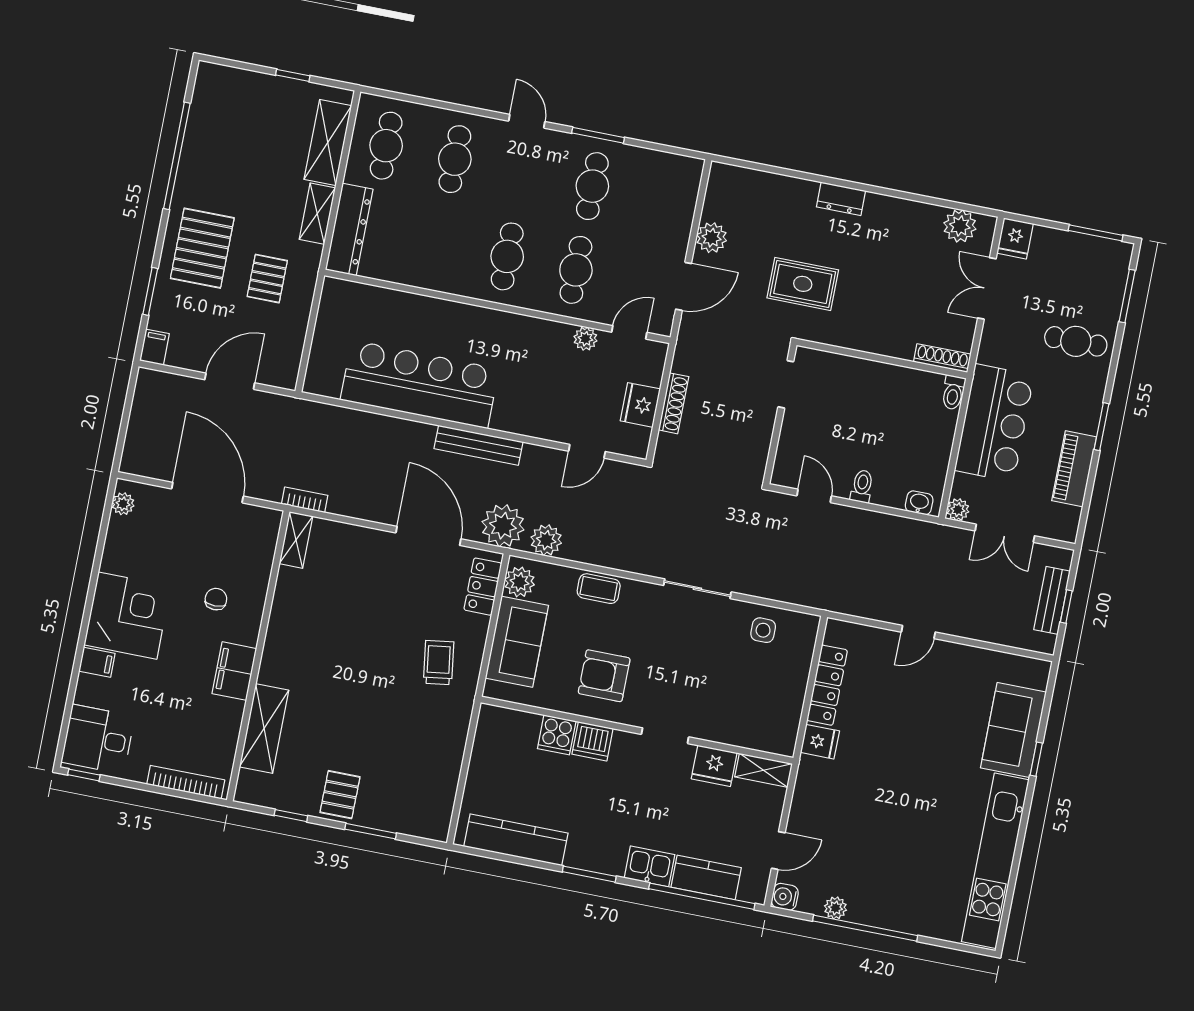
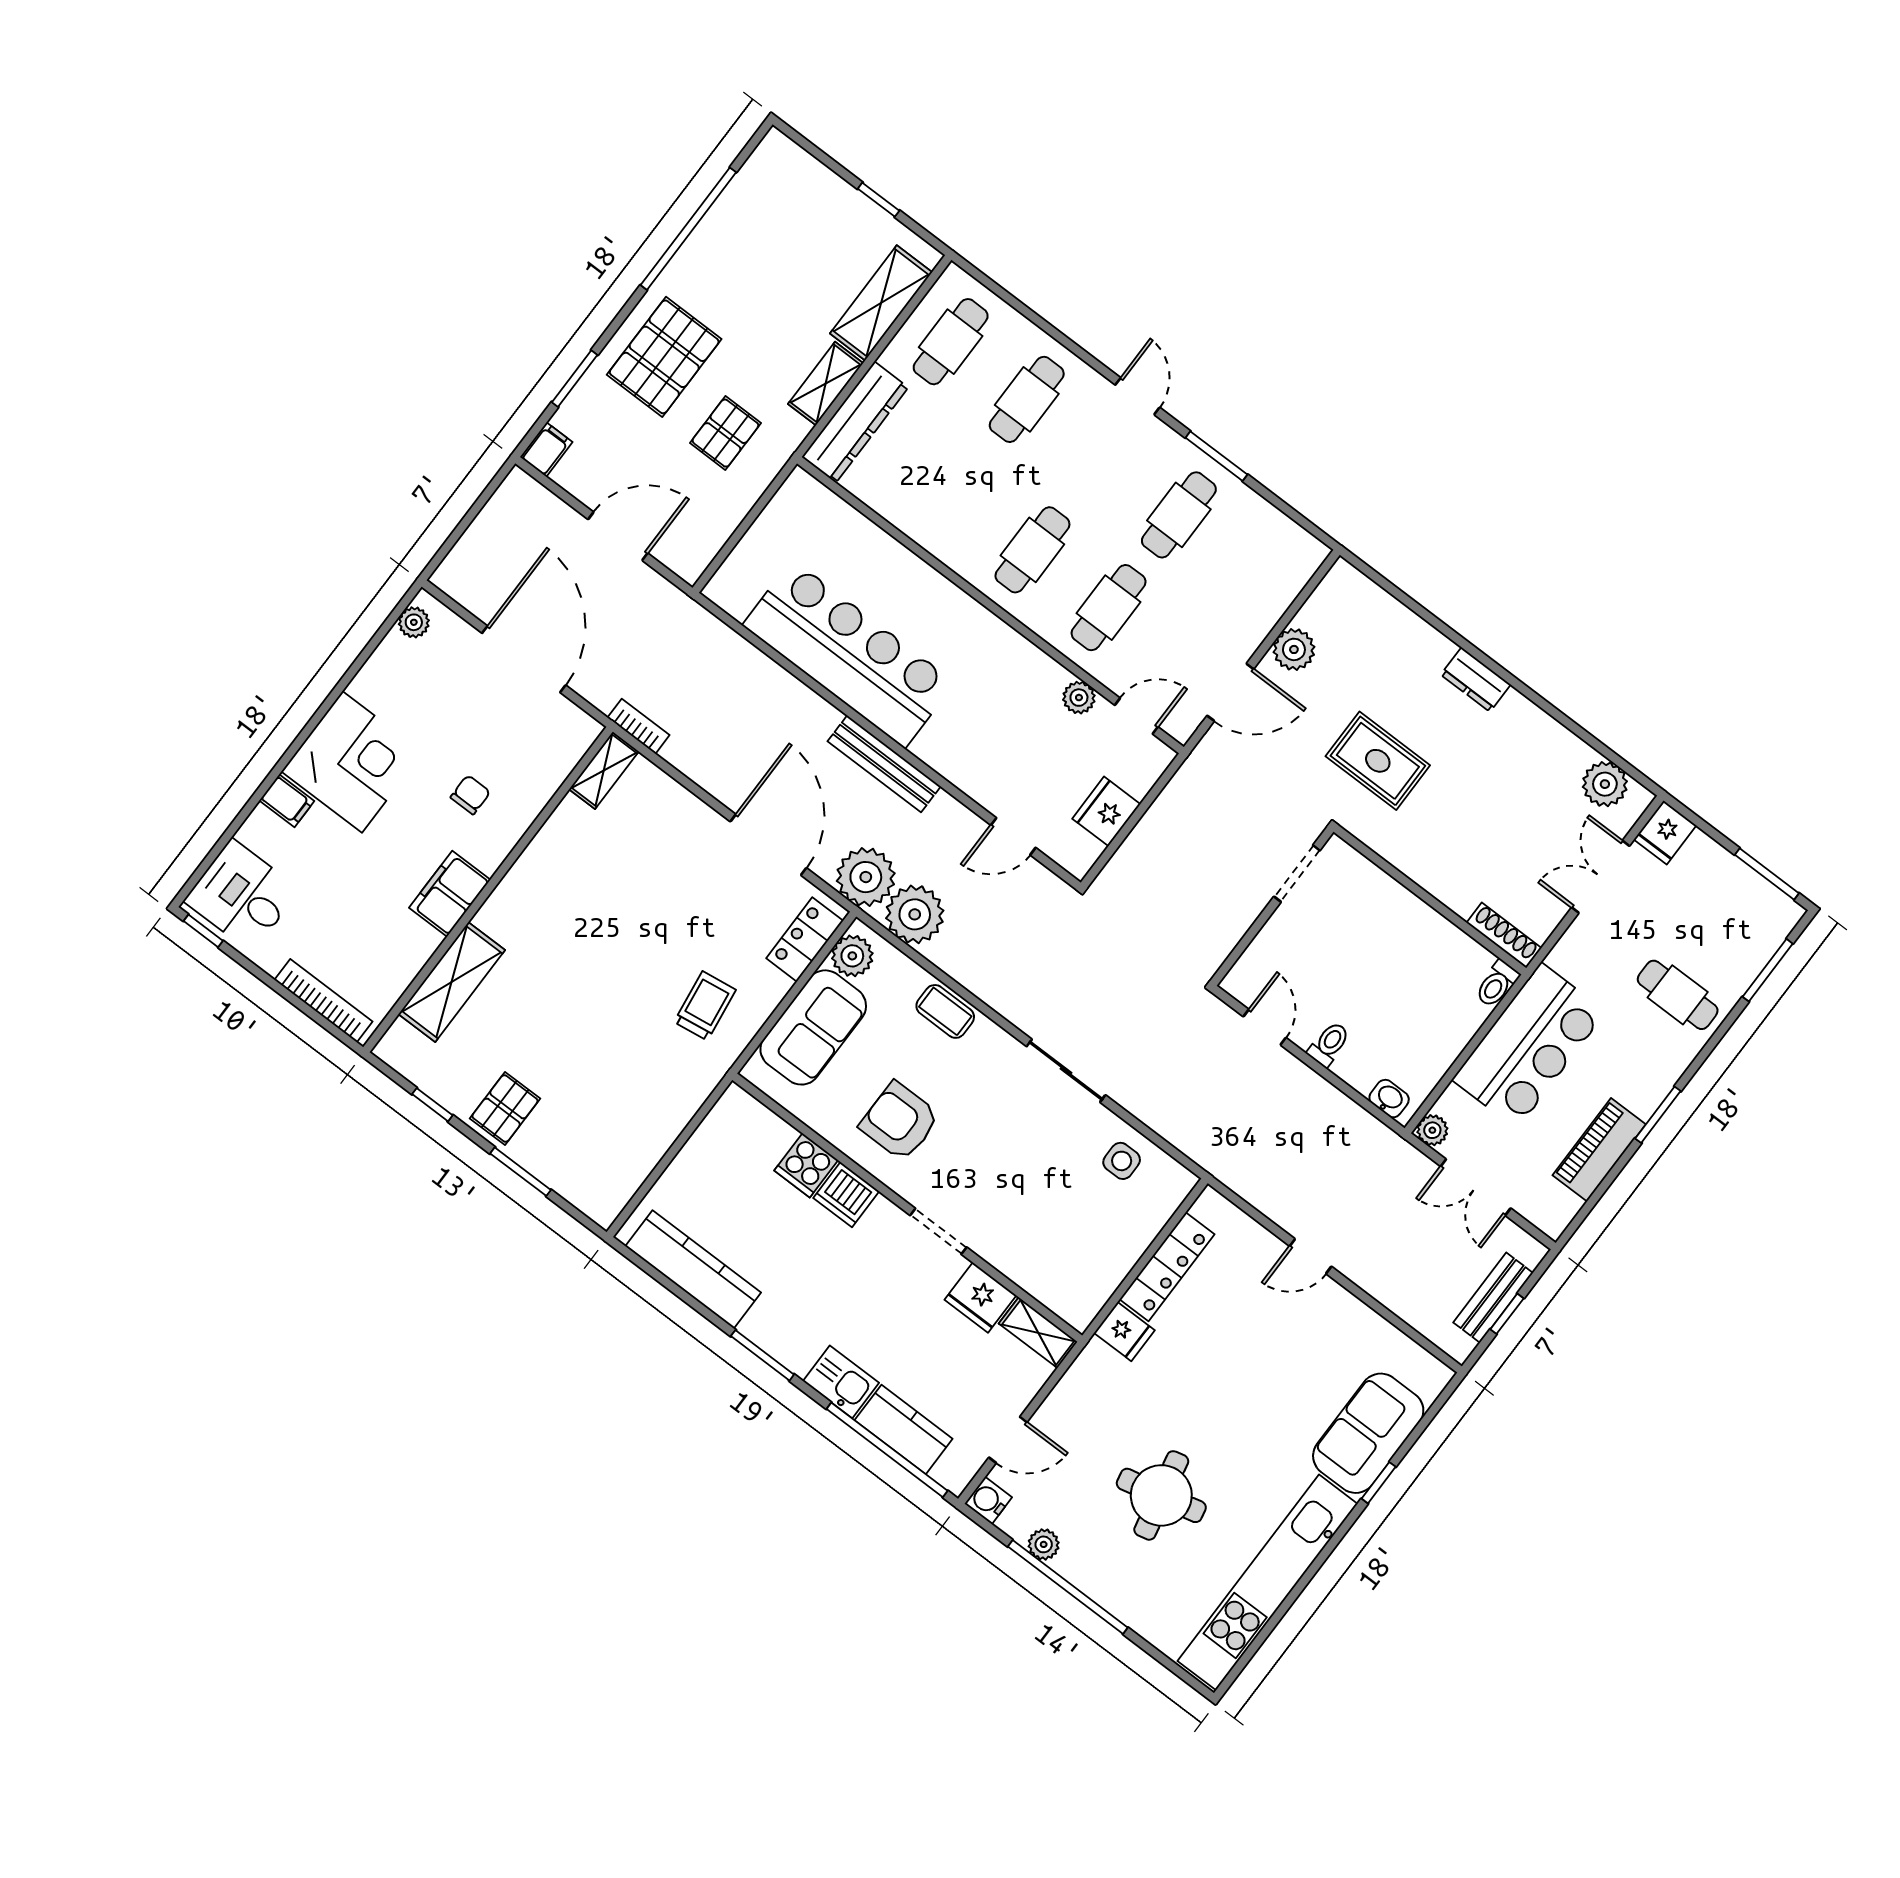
shoe rack: (674, 403) -> (1148, 829), removed
plant: (546, 540) -> (915, 914), width x1.36, depth x1.36
round table: (897, 838) -> (1161, 1495), added

